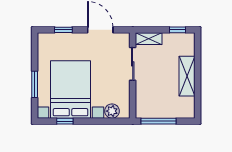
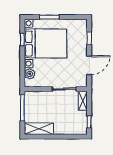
shelving: (187, 76) -> (39, 129), moved

